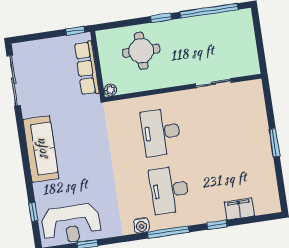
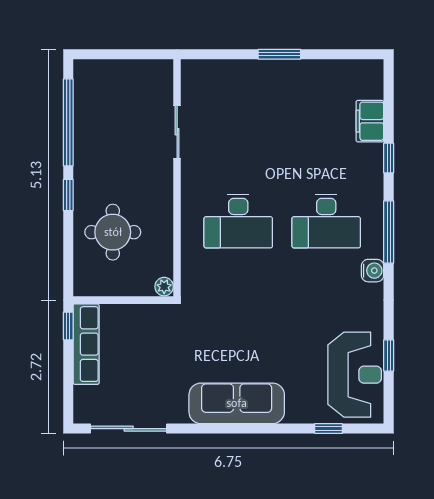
row of seats: (87, 68) -> (86, 344), moved, turned -90

